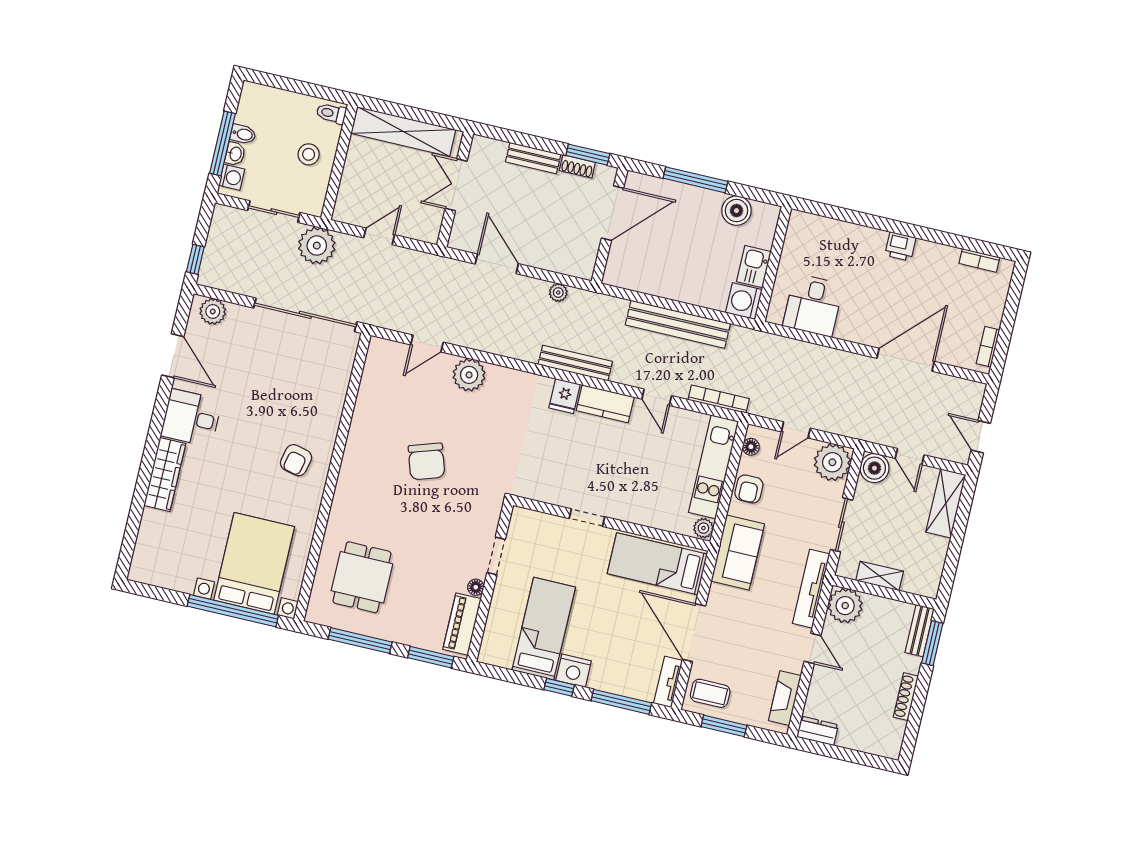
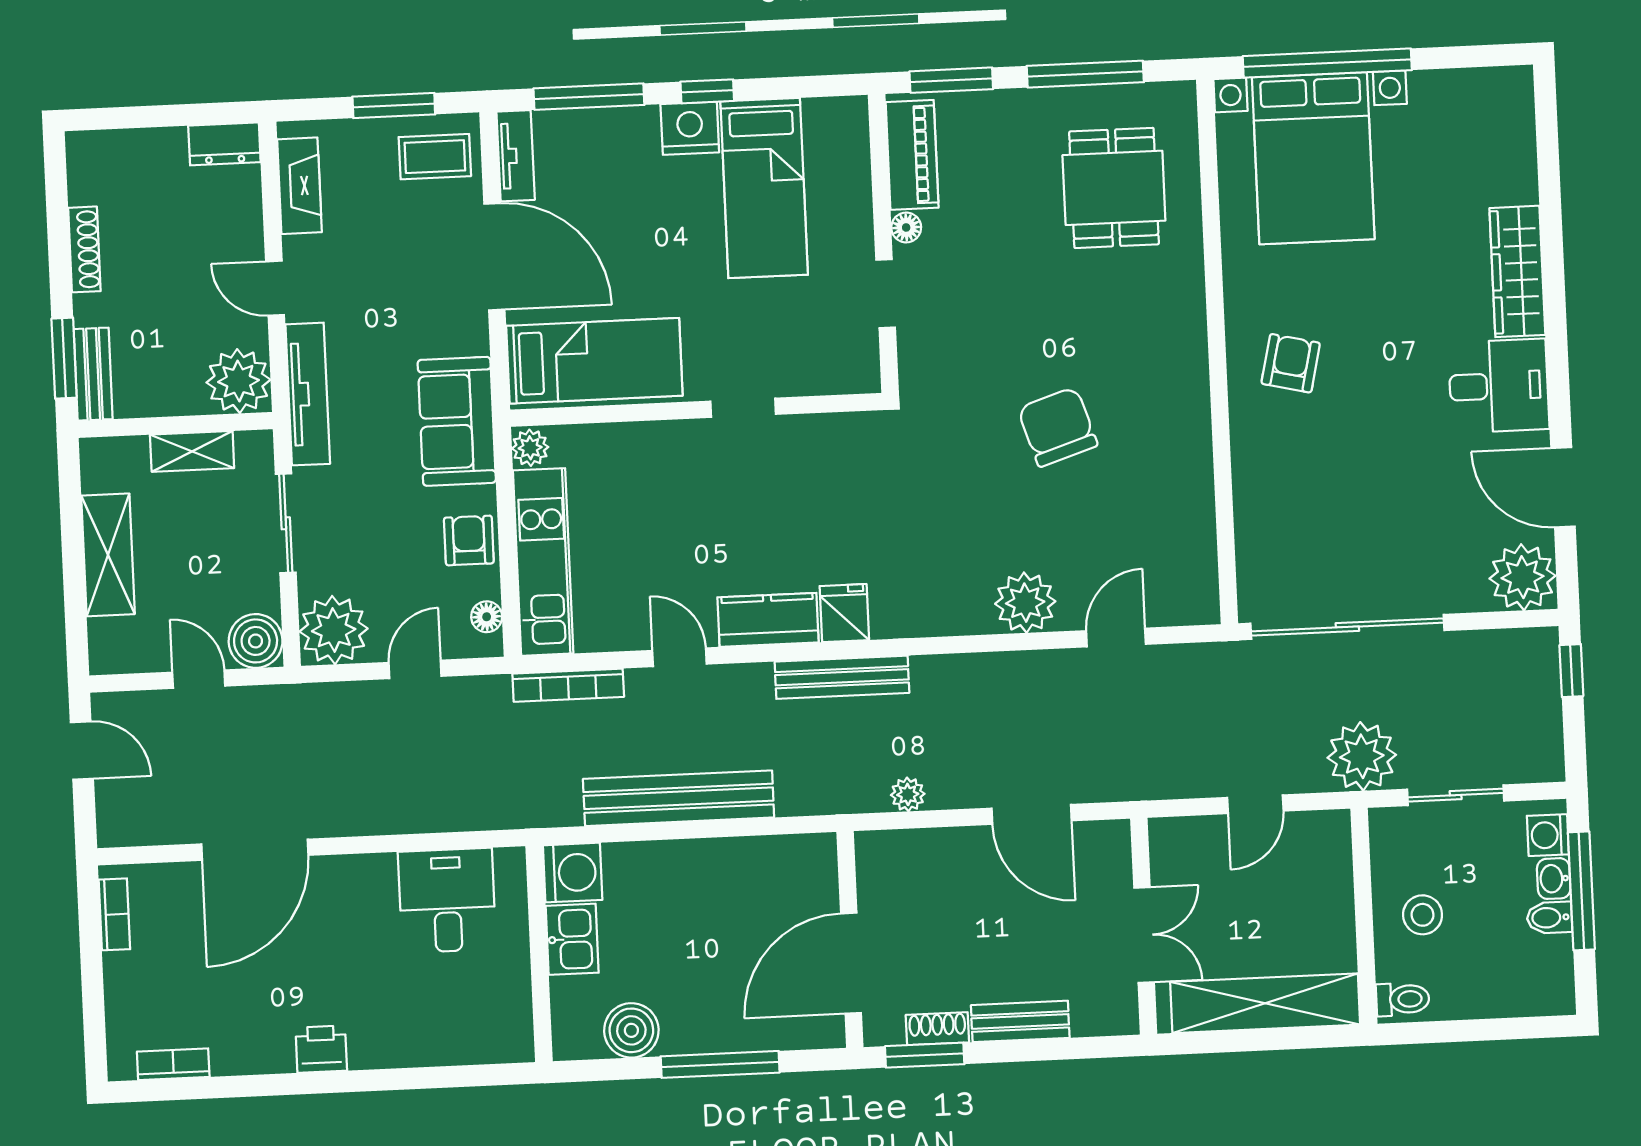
plant: (213, 311) -> (1523, 577), width x1.36, depth x1.36
shelving: (946, 503) -> (108, 555), moved

